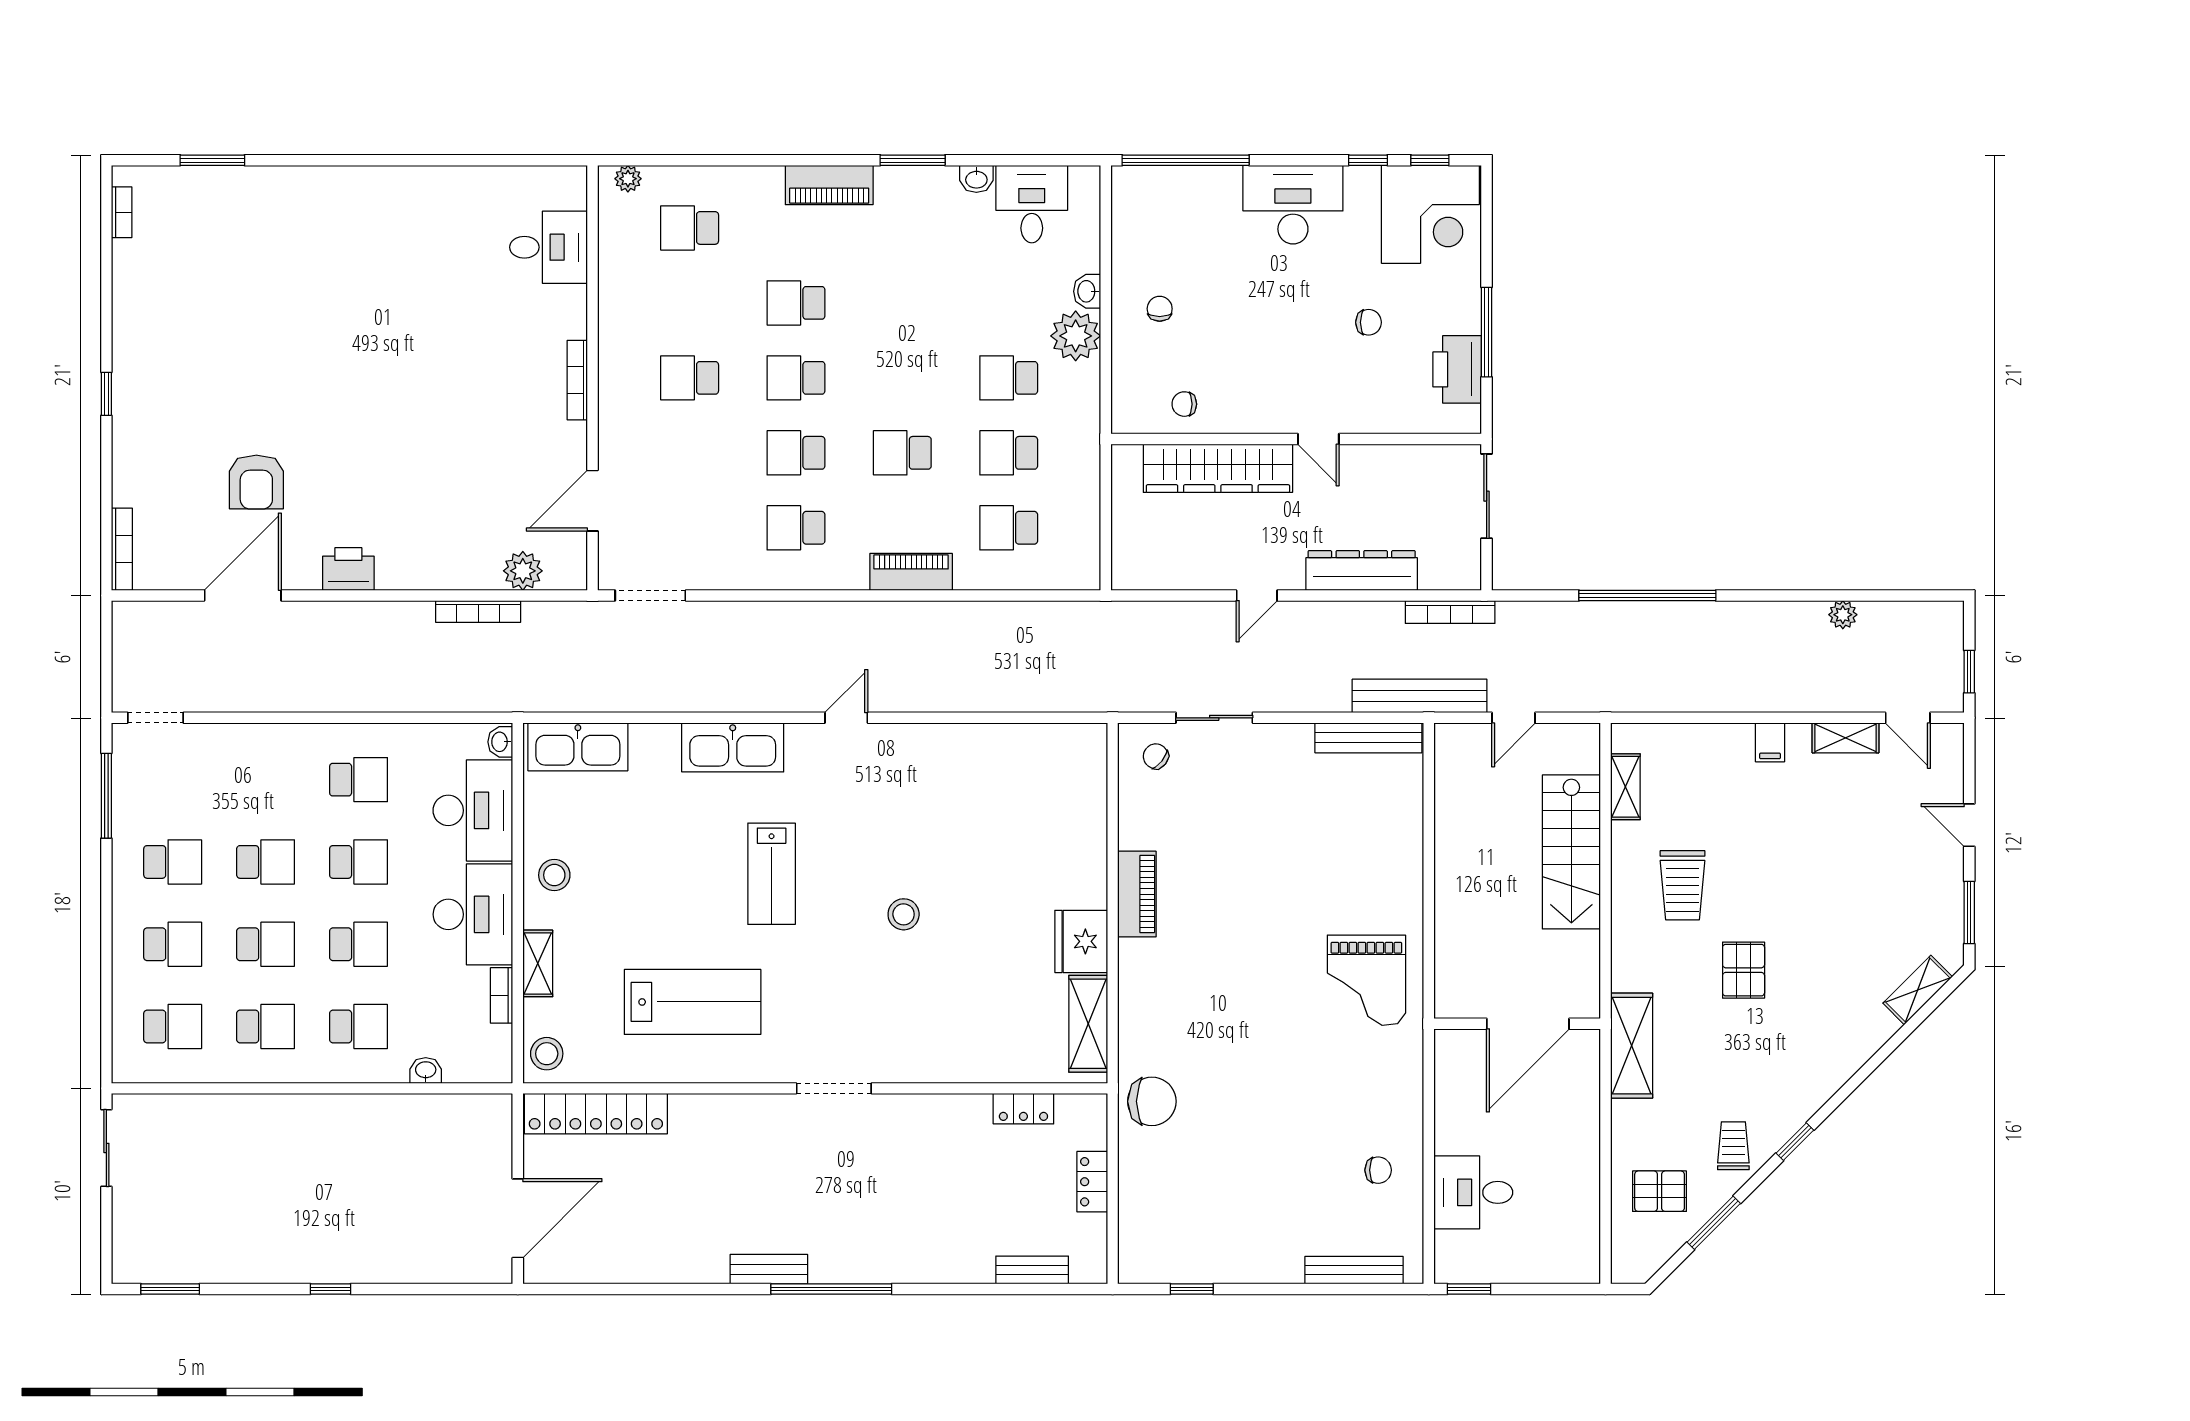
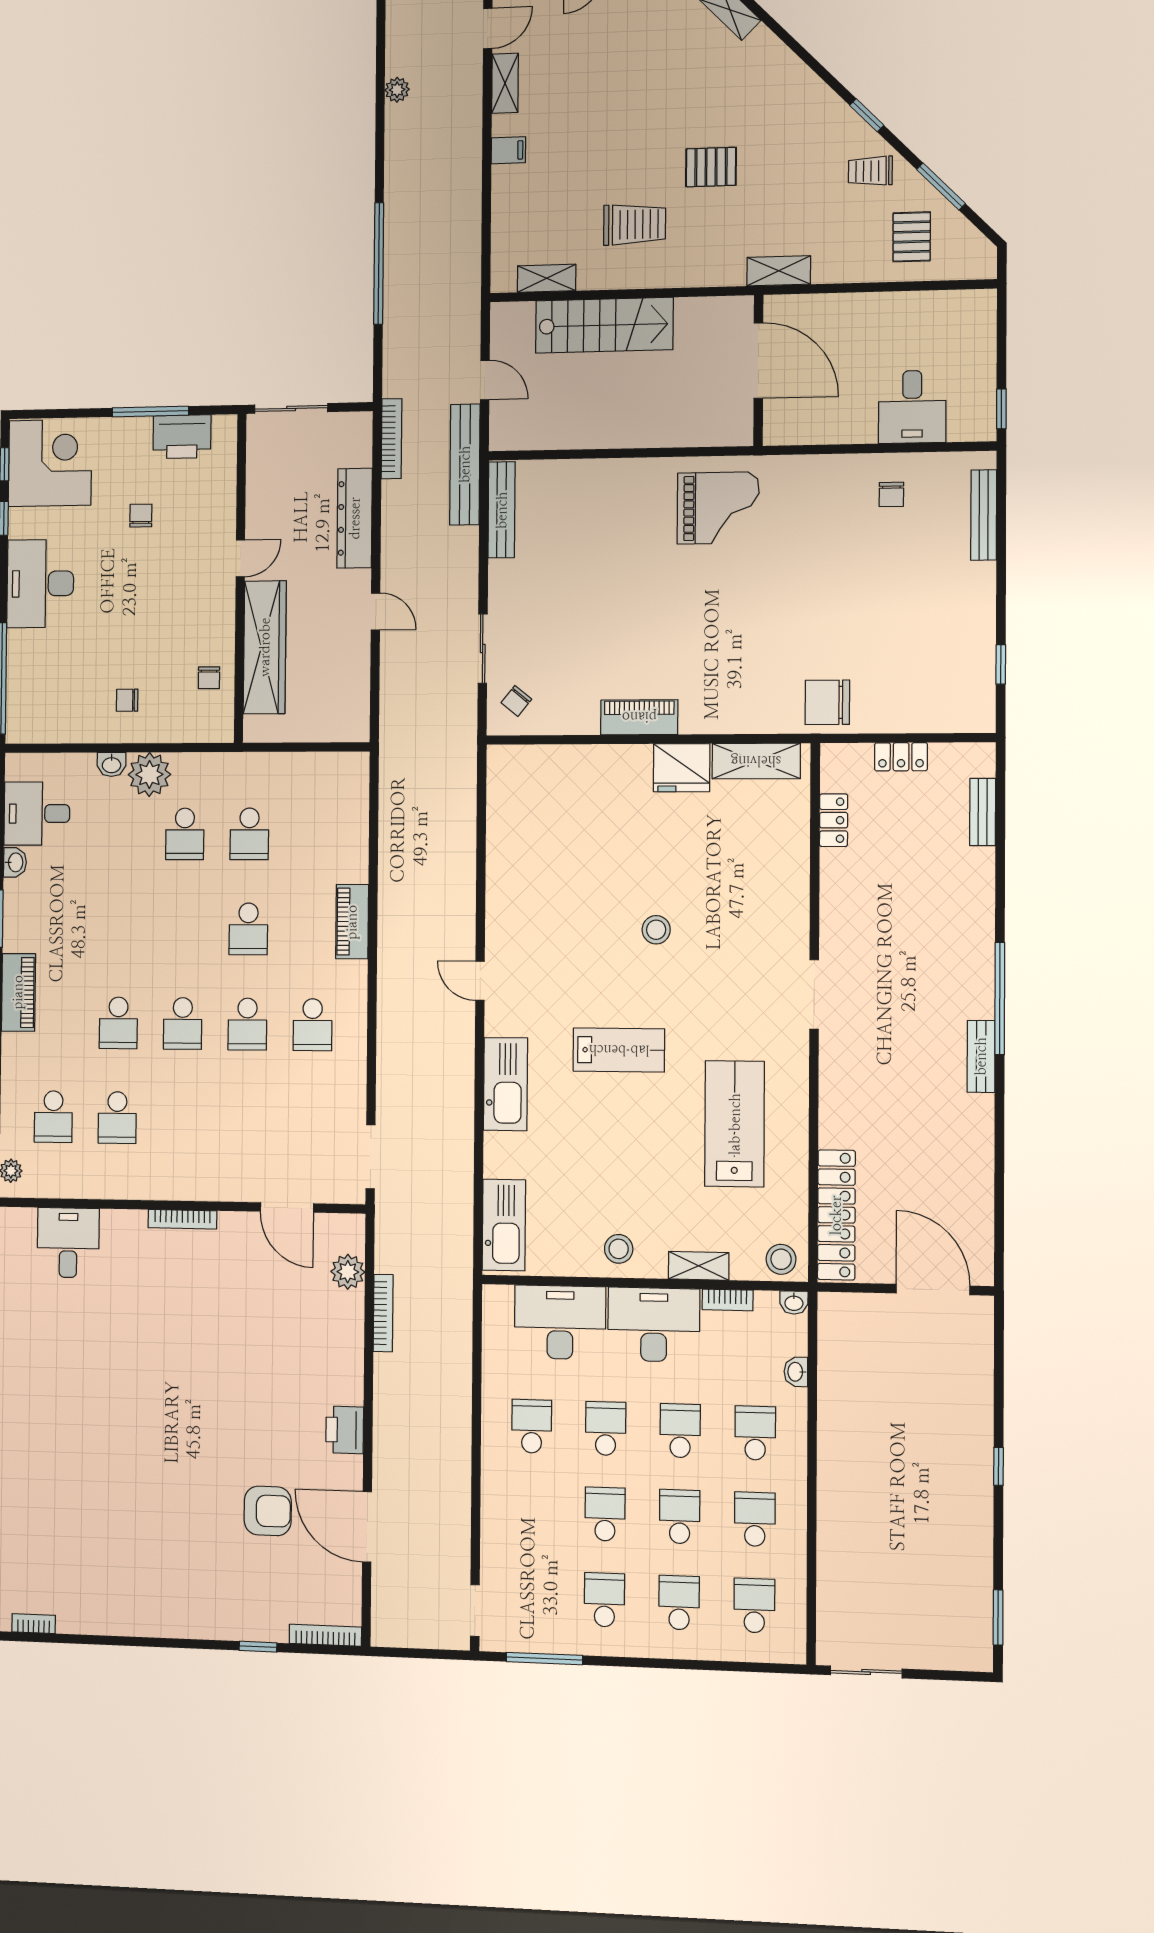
school desk: (690, 378) -> (117, 1118), moved
window: (106, 394) -> (258, 1647), moved
school desk: (1009, 528) -> (314, 834), removed
washbasin: (500, 742) -> (794, 1303), moved
shelving: (1632, 1046) -> (779, 271), width x0.67, depth x0.75
chair: (1152, 1101) -> (827, 702), turned -90
chair: (1378, 1170) -> (891, 494), turned 180

